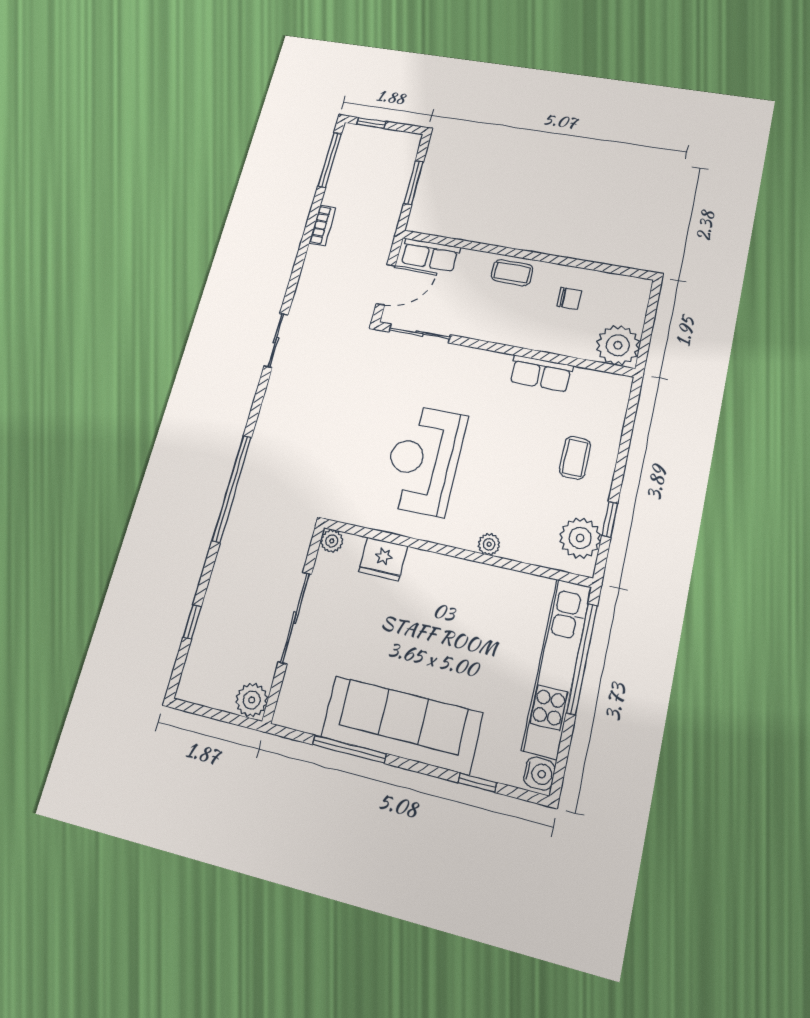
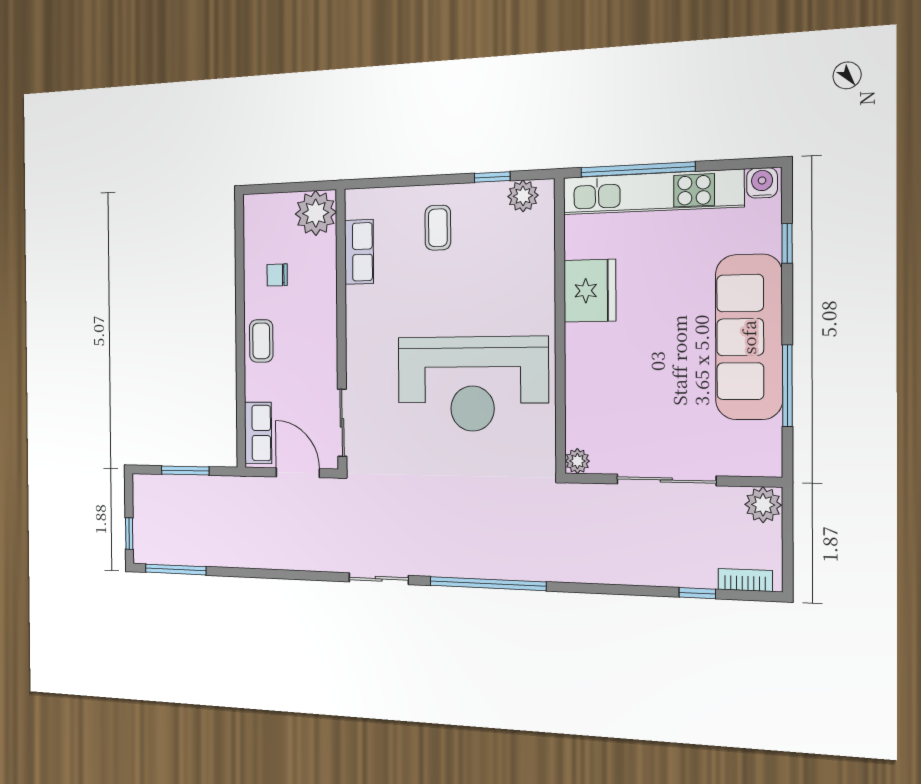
bookcase: (322, 225) -> (745, 580), moved
chair: (569, 298) -> (277, 275), turned -90
row of seats: (541, 373) -> (359, 252), moved
coffee table: (575, 458) -> (438, 228), turned 90
reception desk: (424, 460) -> (472, 384), width x1.36, depth x1.30
window: (232, 489) -> (488, 584), moved
plant: (580, 538) -> (523, 196), width x0.73, depth x0.73
plant: (489, 544) -> (544, 293), removed
fridge: (383, 559) -> (590, 291), moved, width x1.36, depth x1.34

